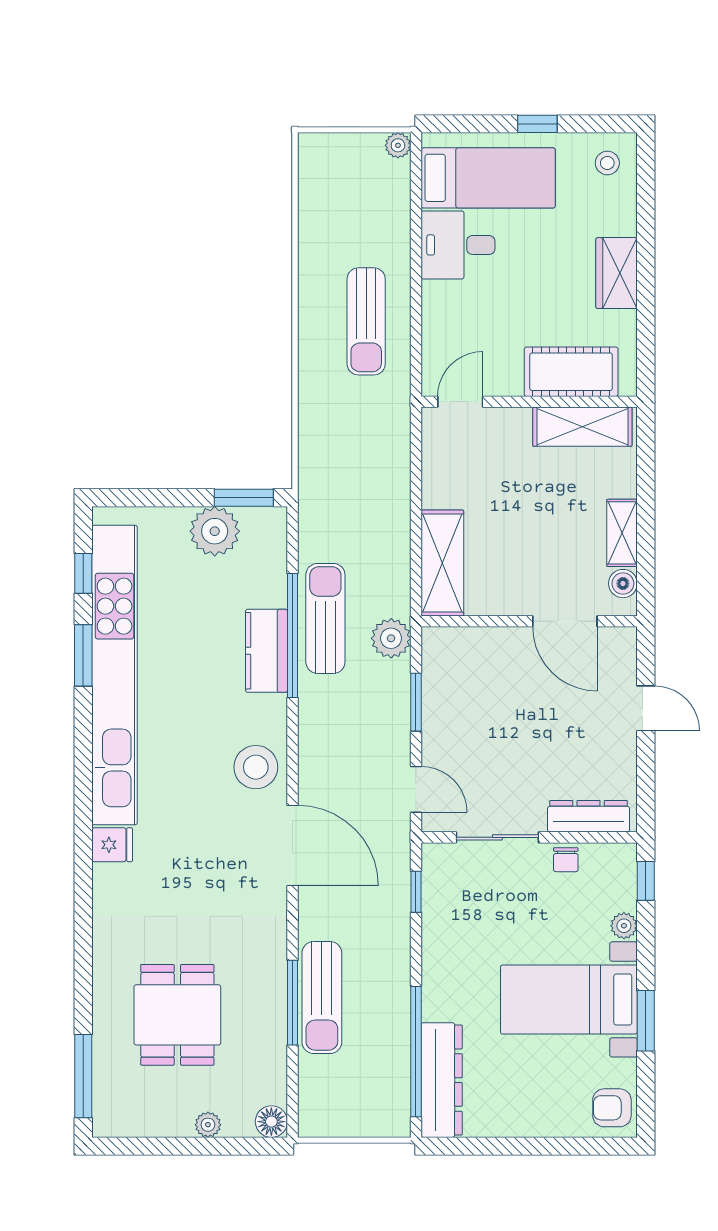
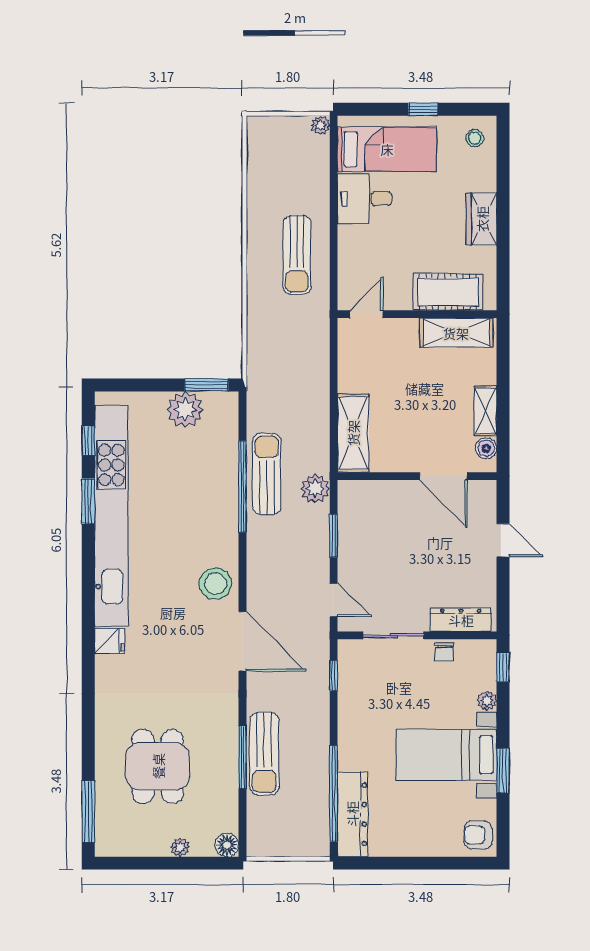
kitchen counter: (266, 651) -> (223, 498), removed

